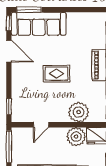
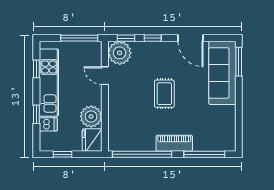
window: (9, 23) -> (153, 38), moved
door: (9, 51) -> (190, 38), hinge flipped
plant: (79, 112) -> (120, 53), moved

